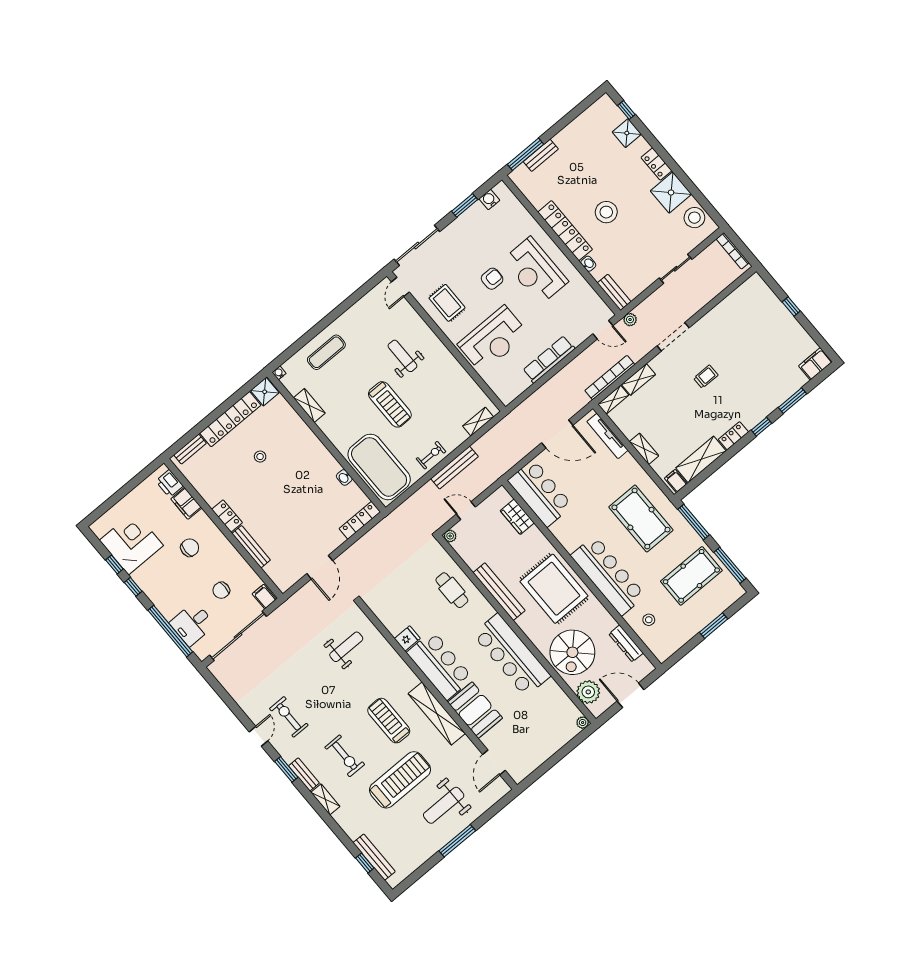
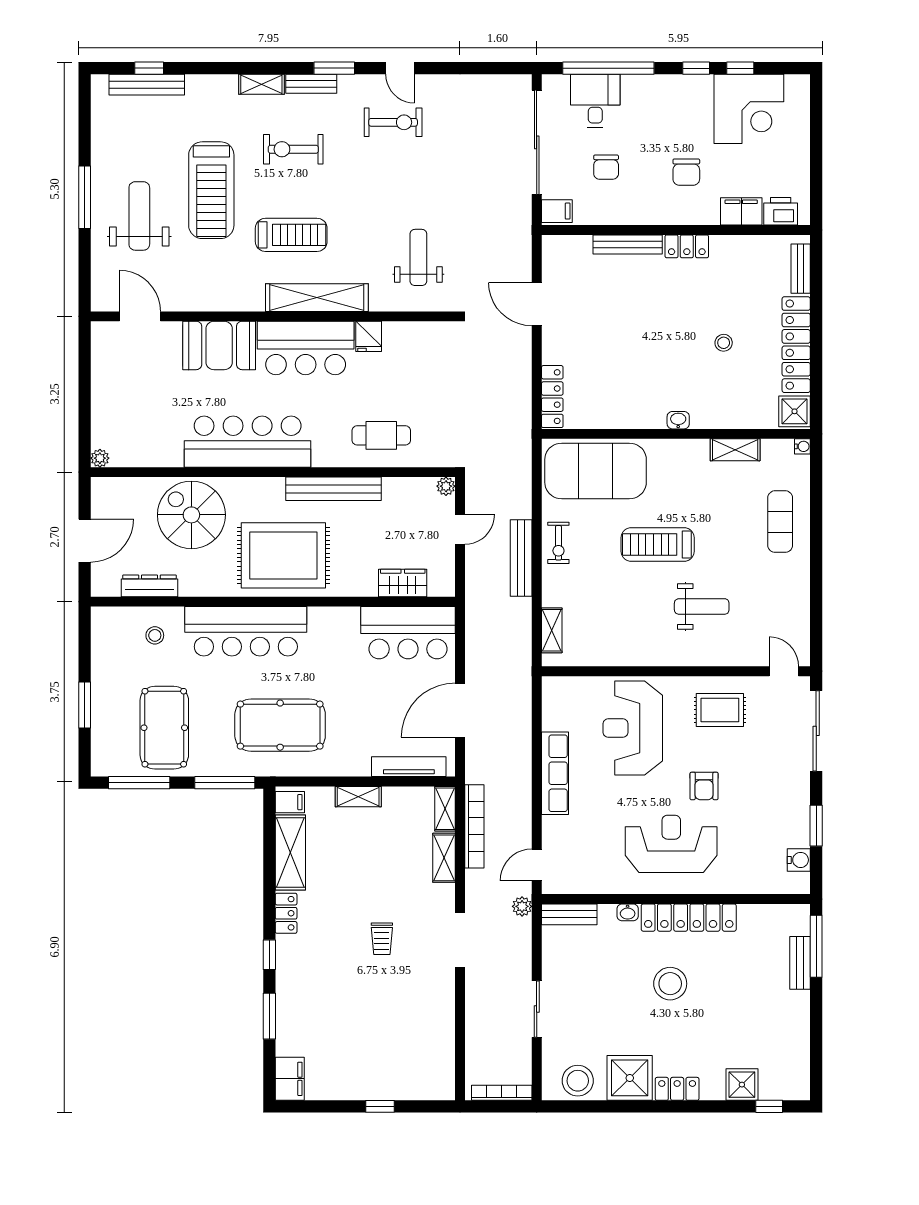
washbasin: (344, 477) -> (678, 420), moved
chair: (221, 590) -> (606, 167), turned 180
weight bench: (346, 647) -> (418, 257), turned 180
plant: (588, 692) -> (130, 495), removed
shelving: (437, 713) -> (317, 298), moved

